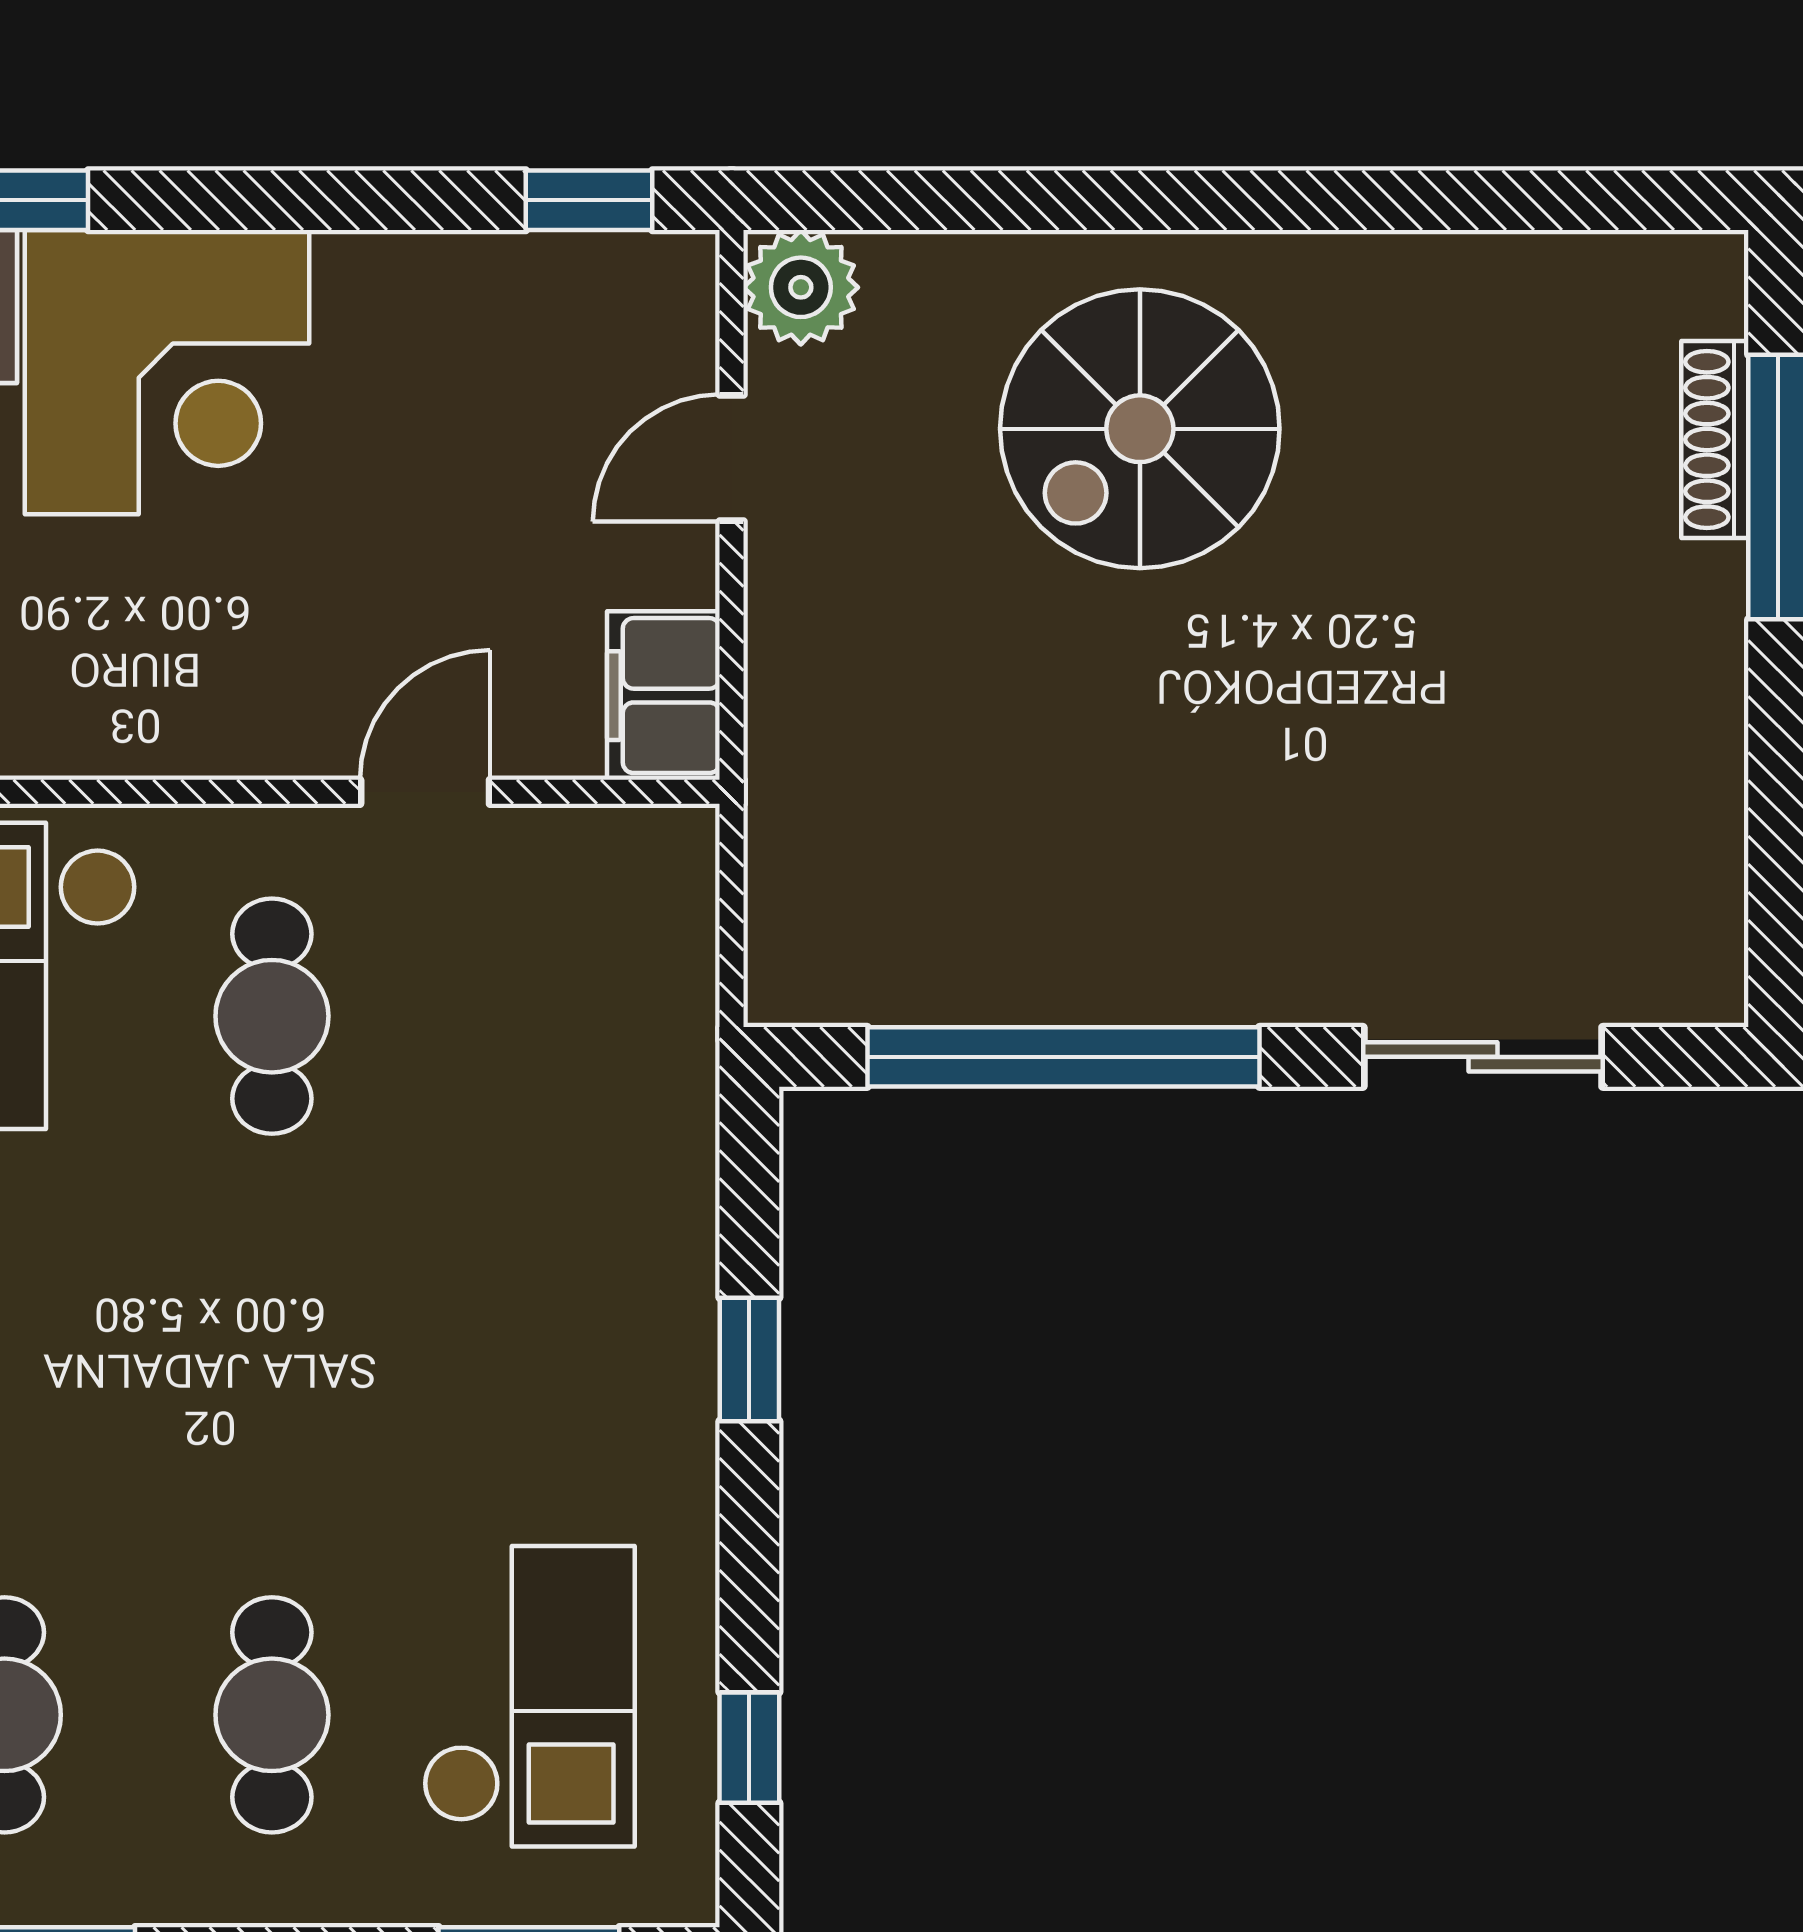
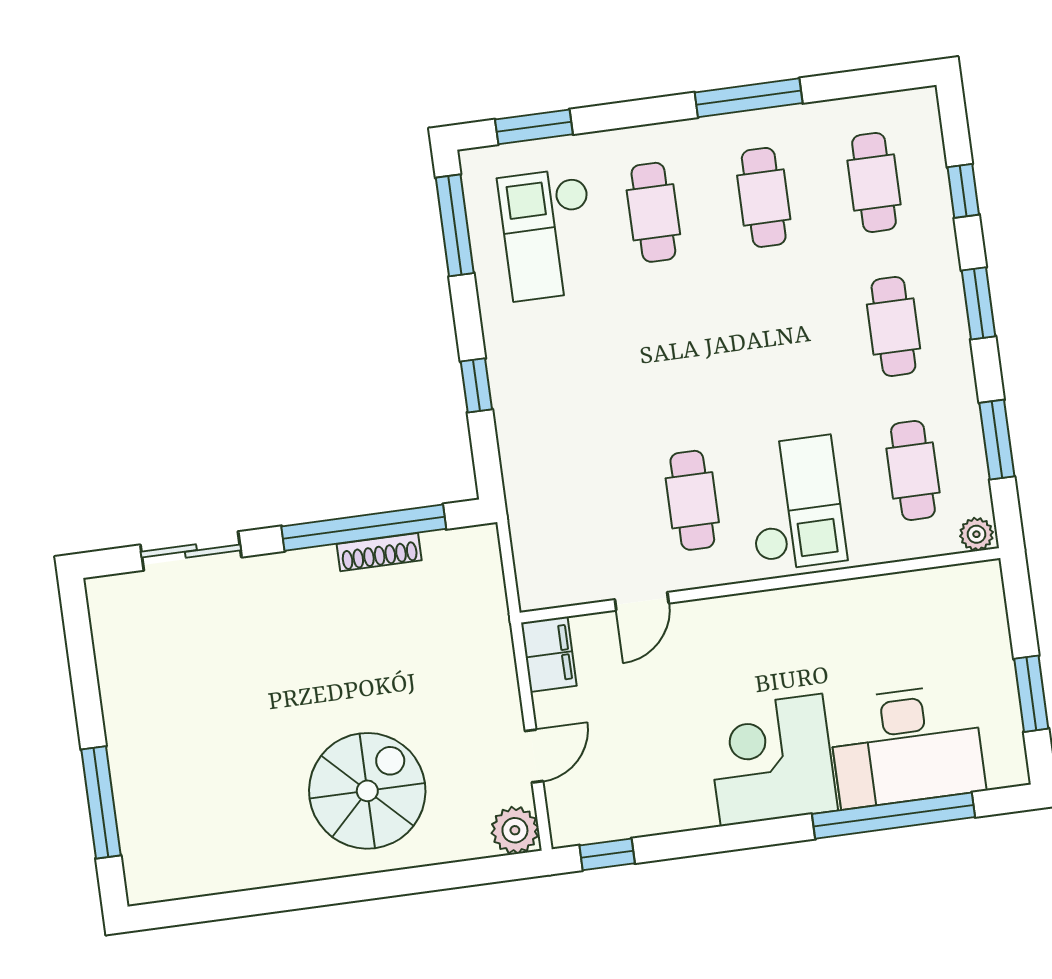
shoe rack: (1715, 439) -> (379, 552), moved, turned 90
window: (749, 1748) -> (455, 225), width x2.17

